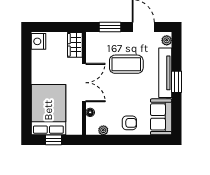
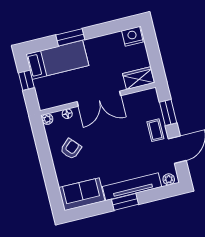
coffee table: (126, 64) -> (155, 130), moved, width x0.54, depth x0.58
window: (26, 94) -> (70, 37), added
bed: (48, 110) -> (57, 60), width x0.67
armchair: (129, 123) -> (71, 149), moved, turned -132
plant: (103, 130) -> (47, 119), moved

